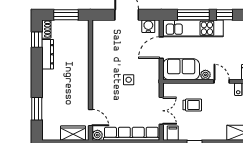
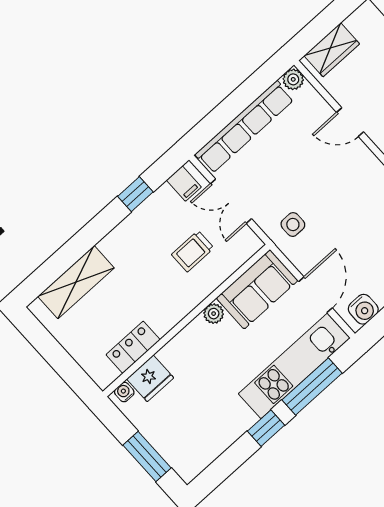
side table: (129, 80) -> (293, 224), moved
door: (222, 81) -> (181, 326), removed
door: (90, 118) -> (350, 122), moved

